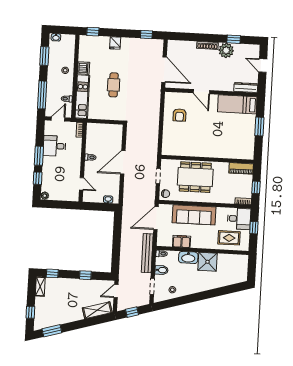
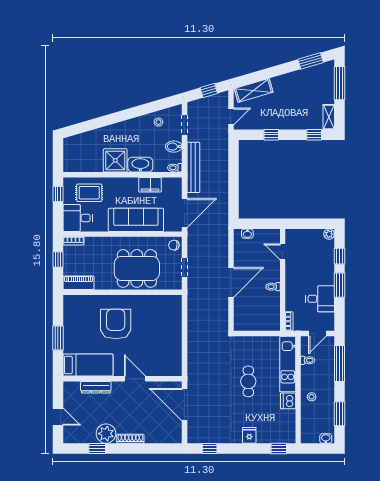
dresser: (246, 88) -> (96, 387), moved
armchair: (180, 115) -> (116, 324), moved, width x1.88, depth x1.88
window: (254, 228) -> (58, 194), moved
window: (30, 312) -> (339, 83), width x2.17

